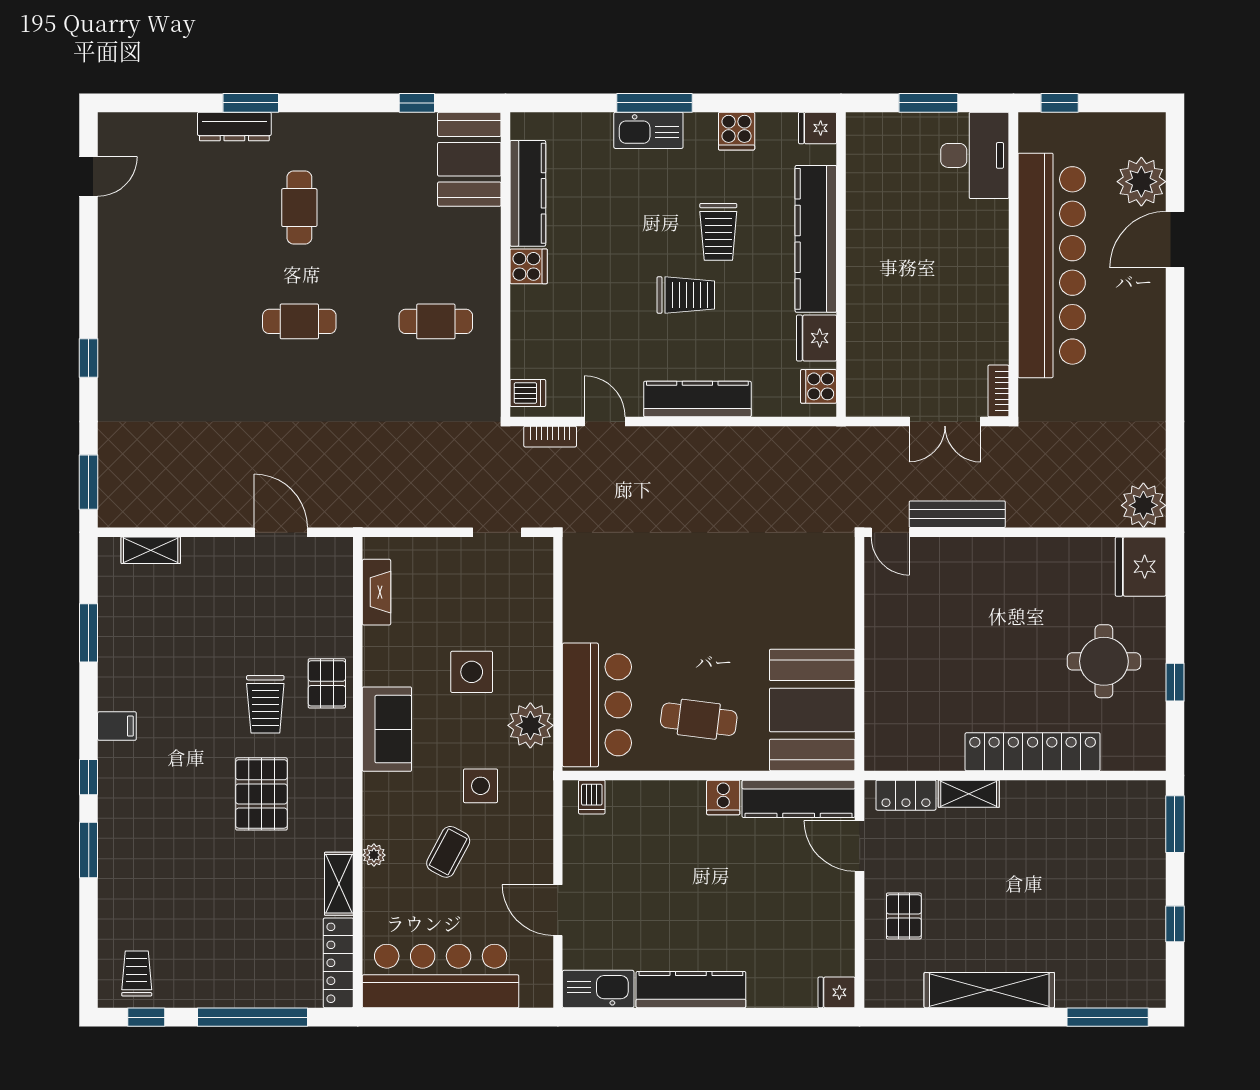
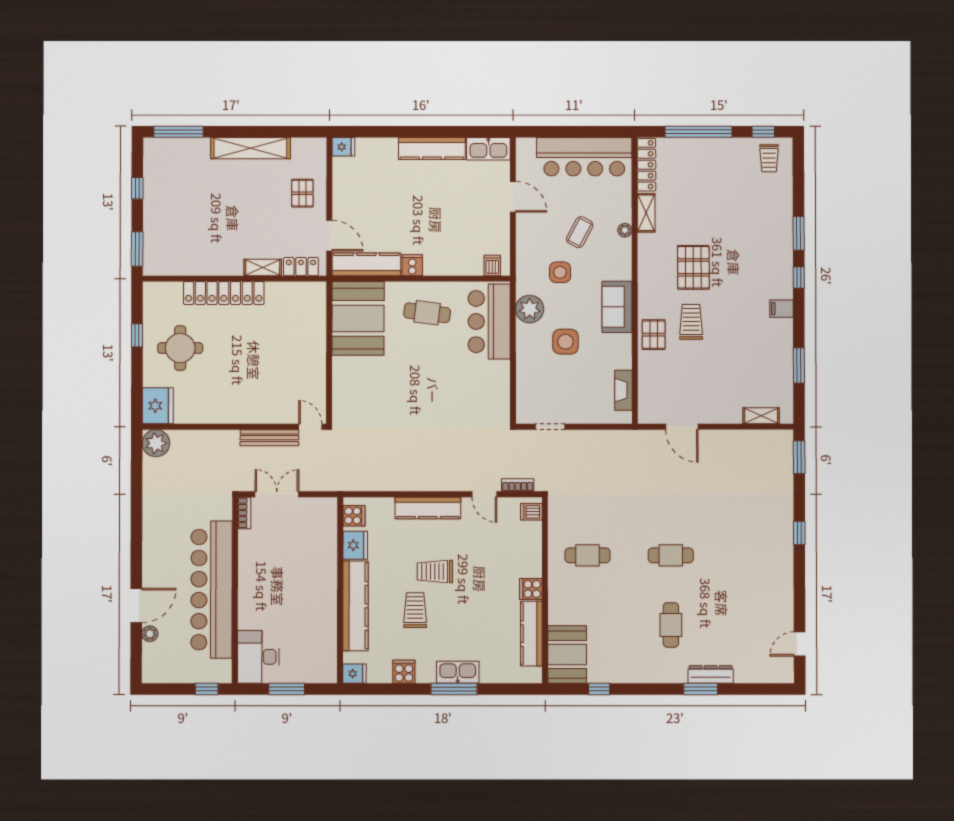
plant: (1141, 182) -> (150, 634), width x0.53, depth x0.53

